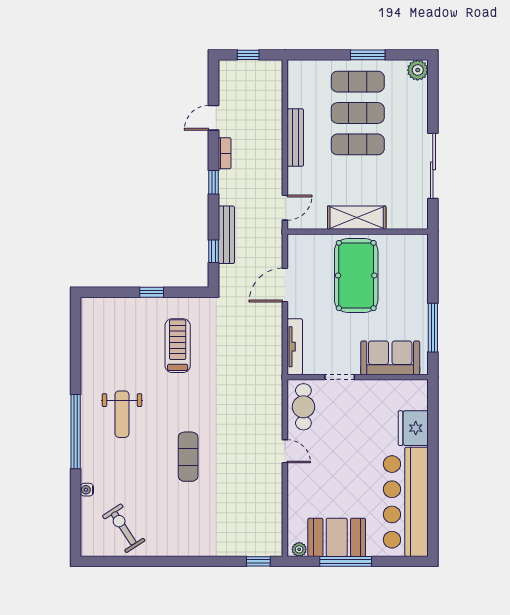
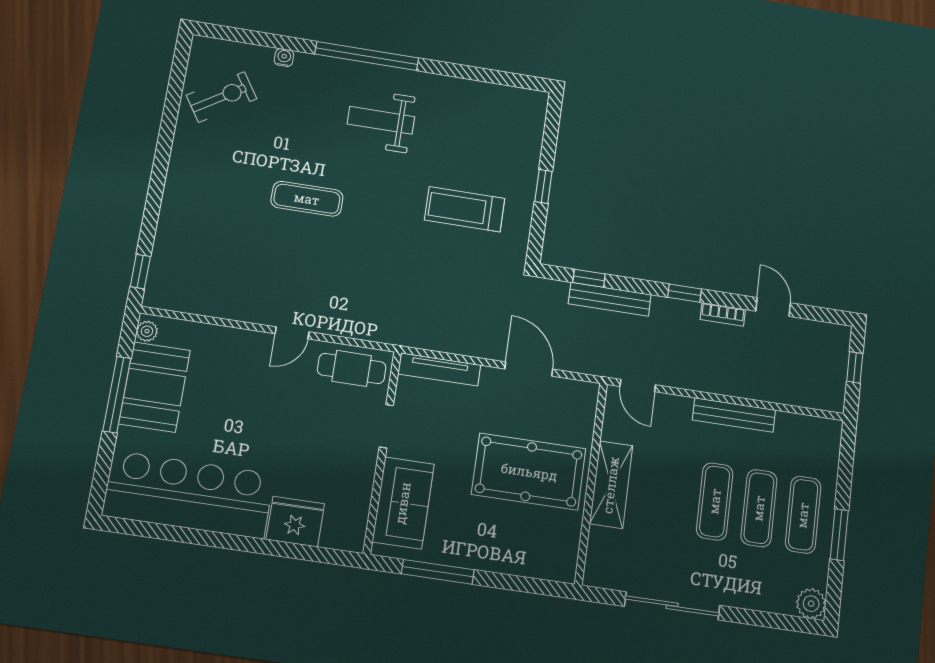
treadmill: (178, 346) -> (465, 209), turned 180

